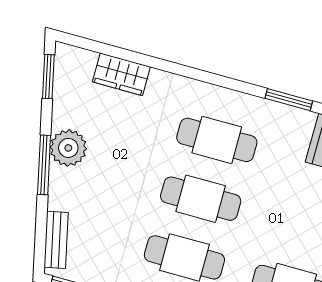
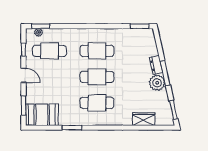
dresser: (60, 189) -> (156, 65), added
bench: (56, 240) -> (152, 44), removed

